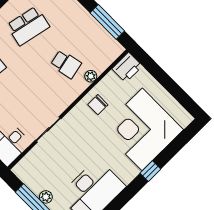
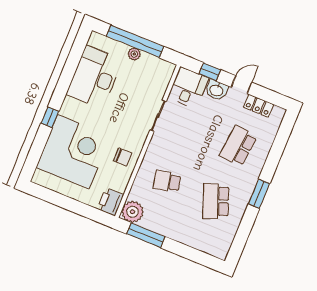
school desk: (28, 26) -> (216, 201), turned -33
plant: (91, 76) -> (132, 212), moved, width x1.87, depth x1.87
chair: (98, 105) -> (123, 157), turned 90

